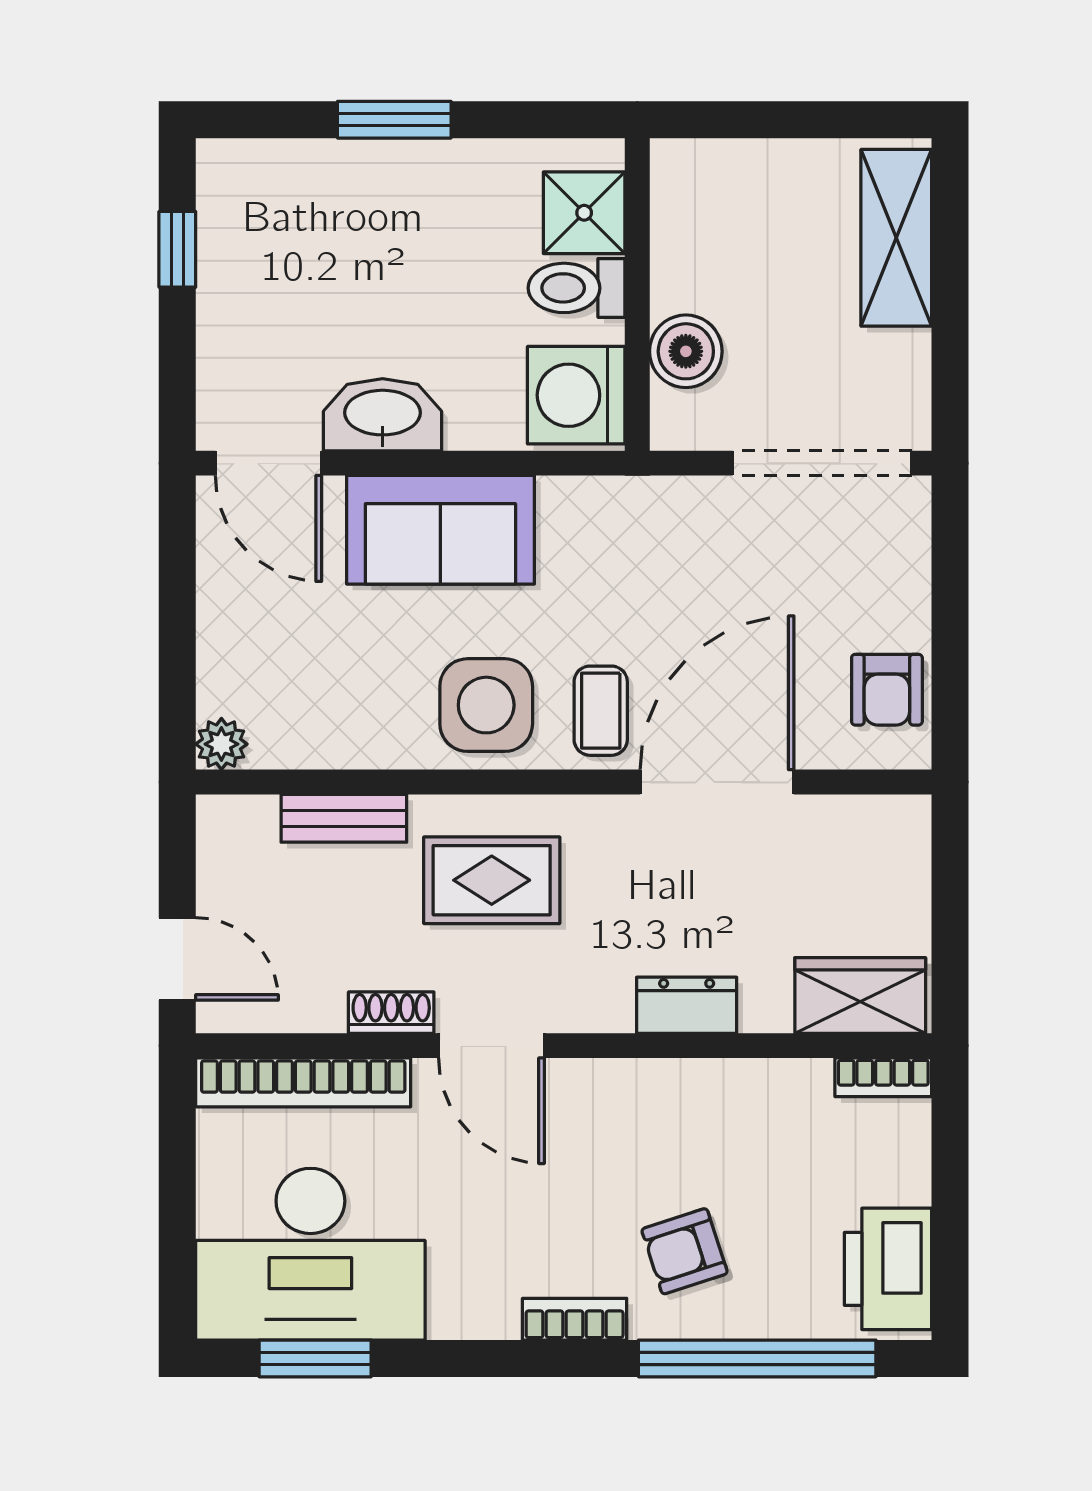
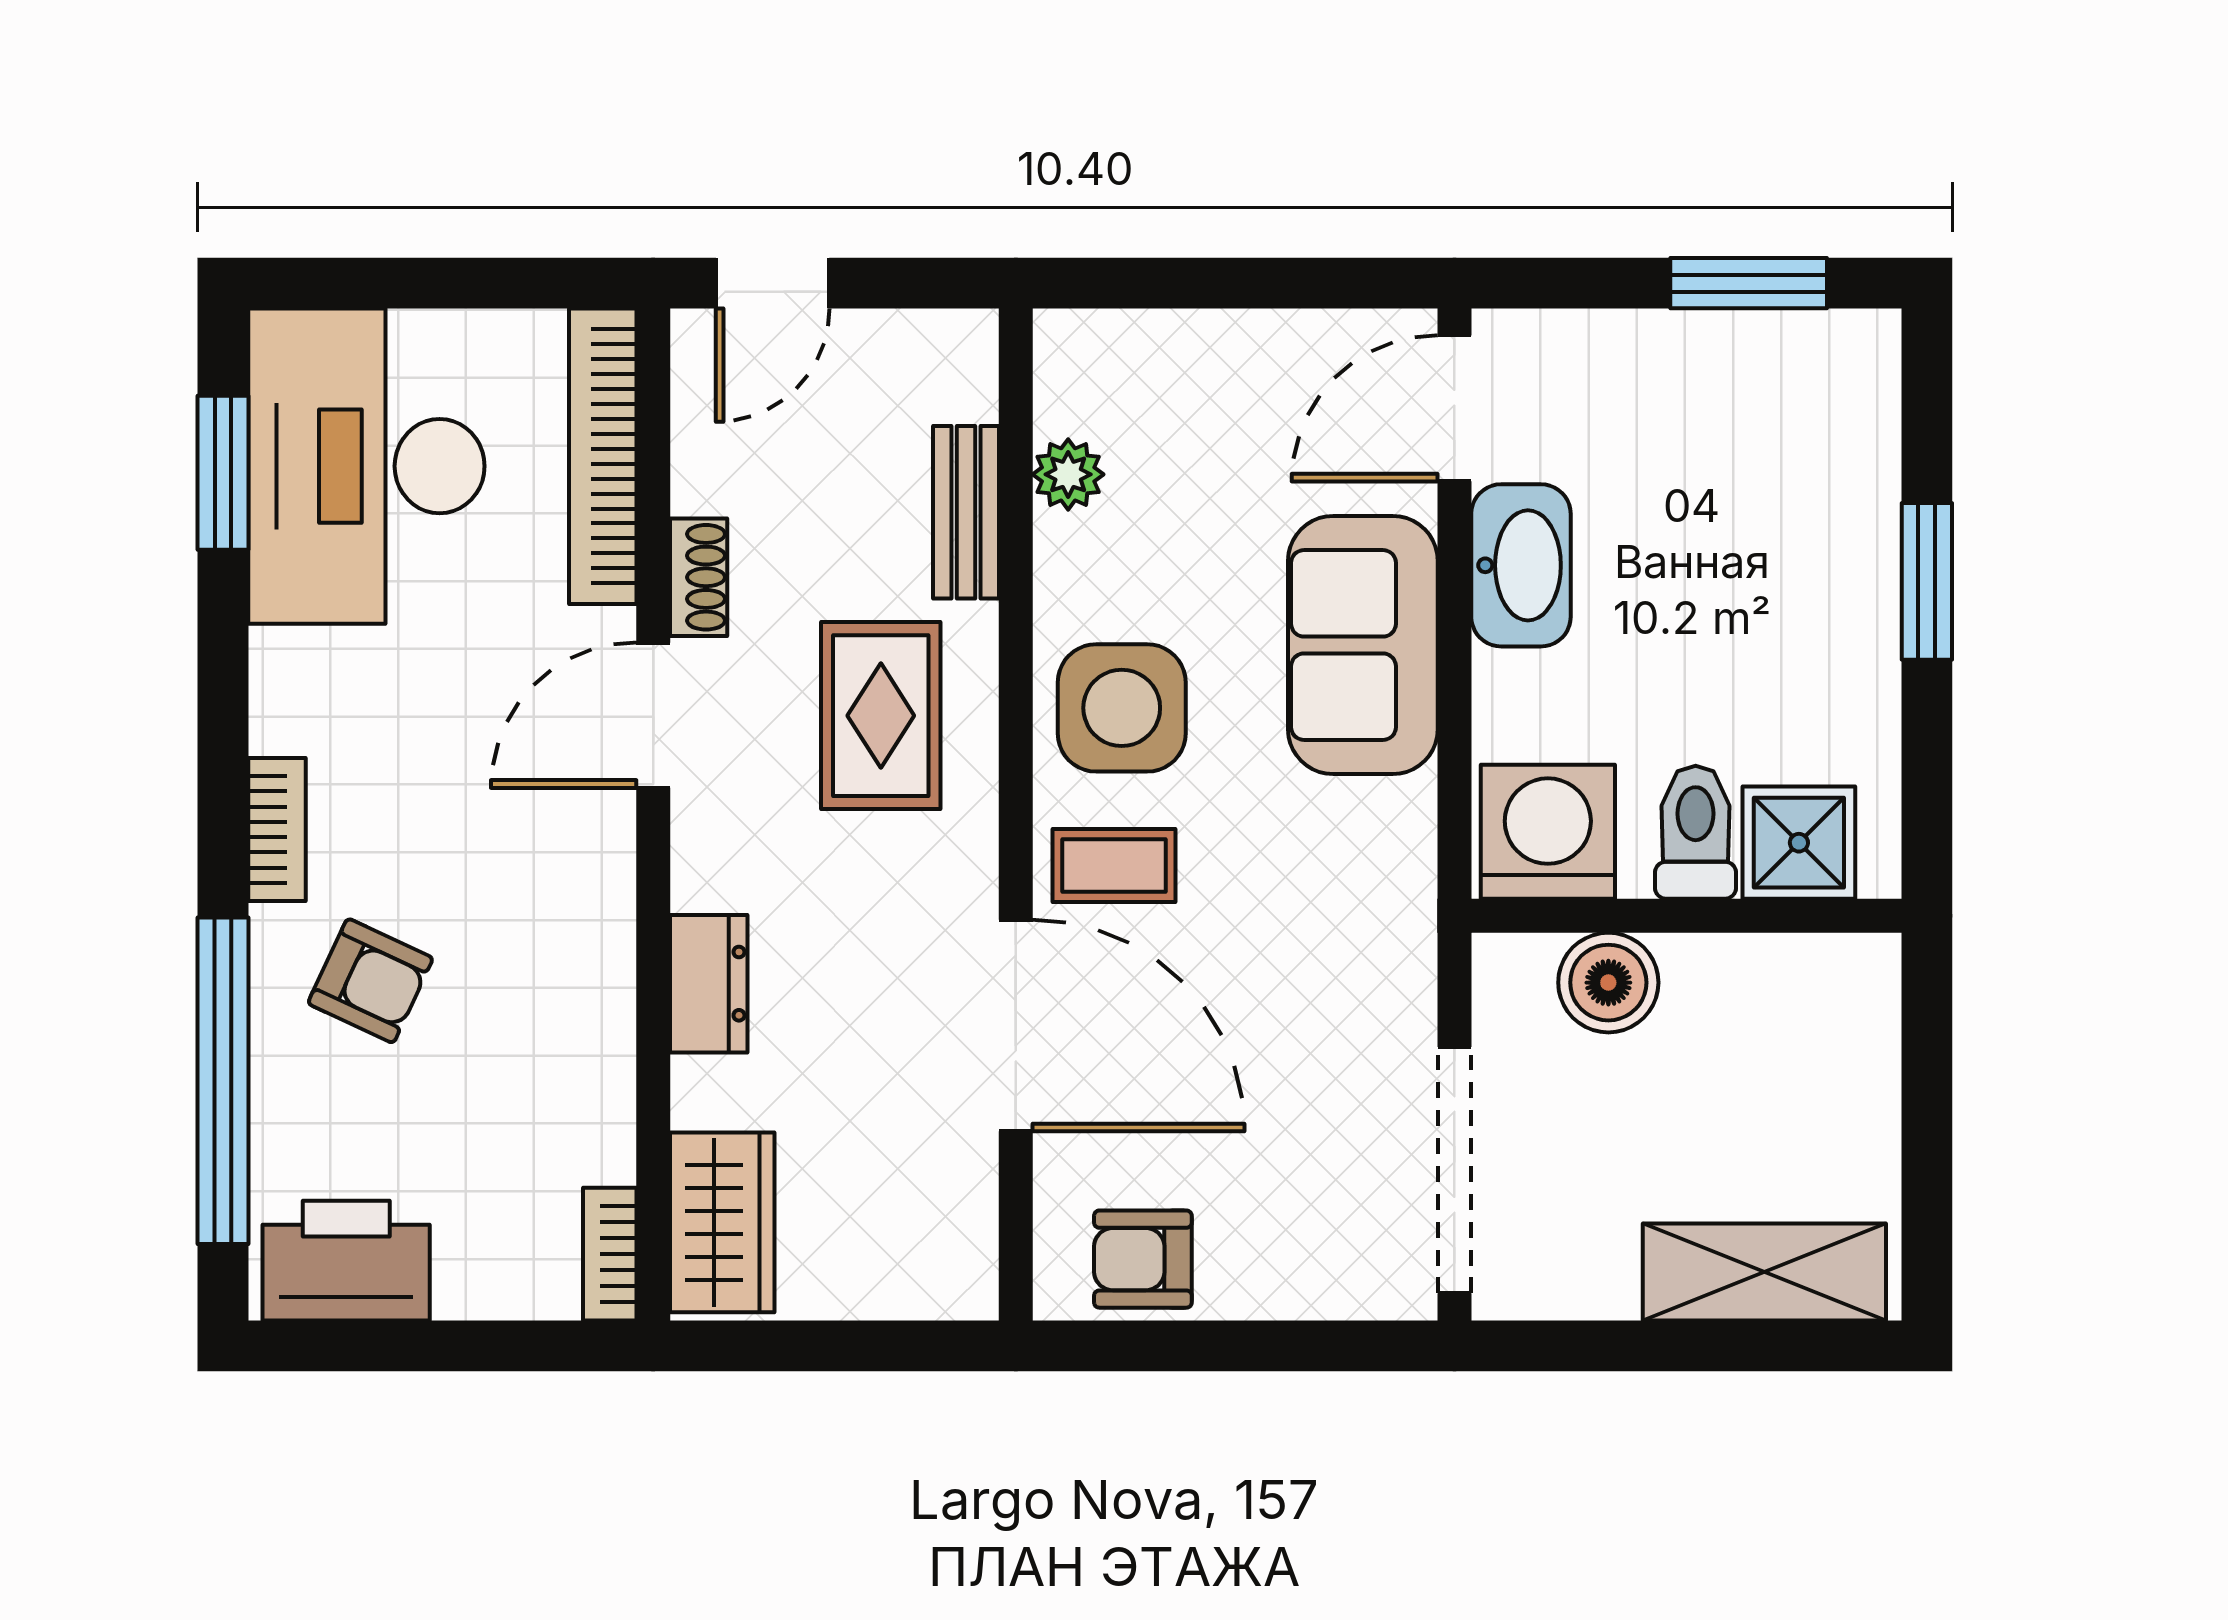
window: (177, 249) -> (1749, 283), width x1.50
plant: (221, 744) -> (1068, 474), moved
armchair: (685, 1251) -> (370, 981), turned 133

